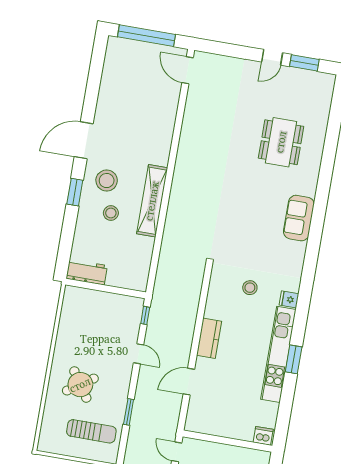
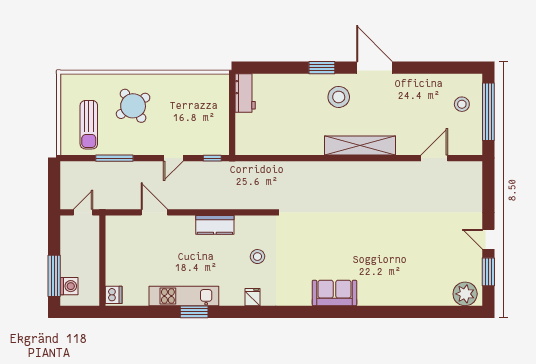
door: (188, 70) -> (434, 158), moved
plant: (322, 90) -> (465, 294), added
dining table: (281, 142) -> (406, 262), removed
shelving: (152, 201) -> (360, 145), moved
stool: (111, 213) -> (462, 104), moved
kitchen counter: (209, 338) -> (215, 225), moved
kitchen unit: (278, 354) -> (184, 296), width x0.73
window: (129, 412) -> (114, 158), width x1.44

